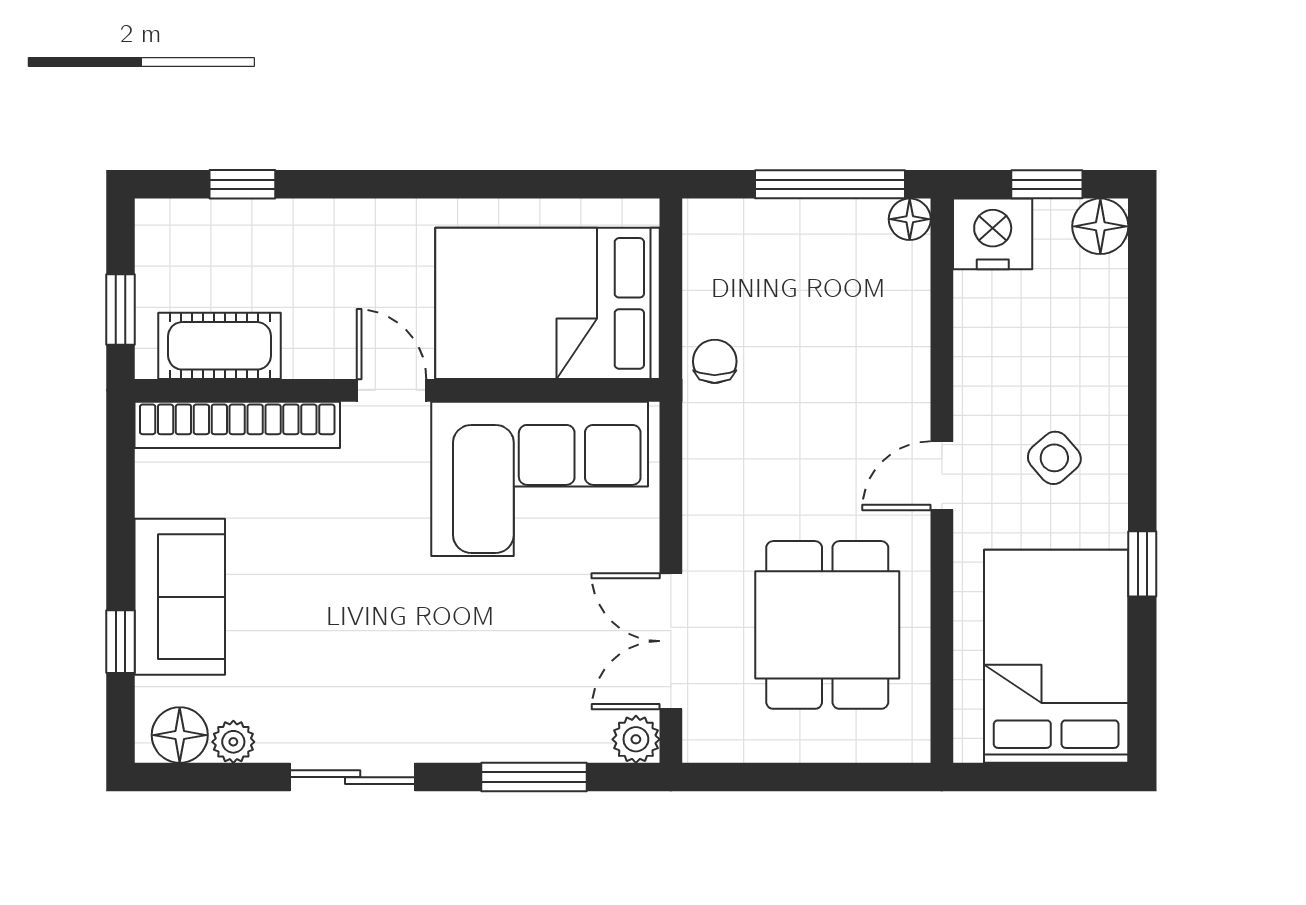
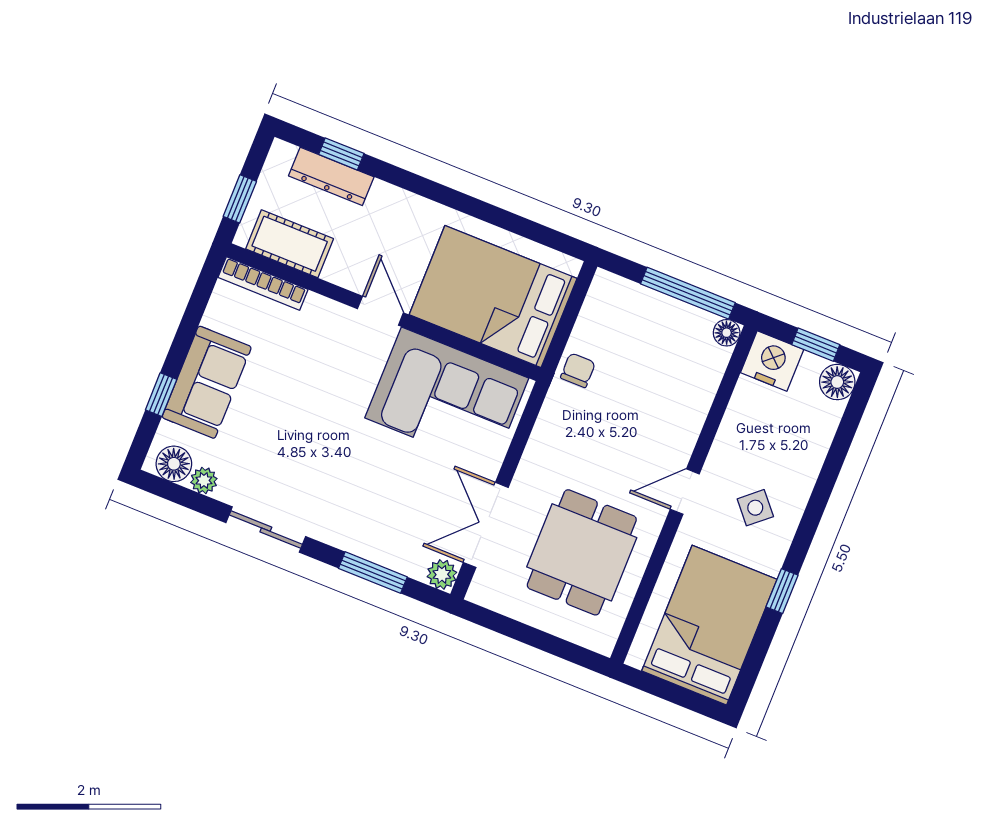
dresser: (241, 223) -> (331, 176), added
bookcase: (237, 425) -> (263, 283), width x0.68, depth x0.76

